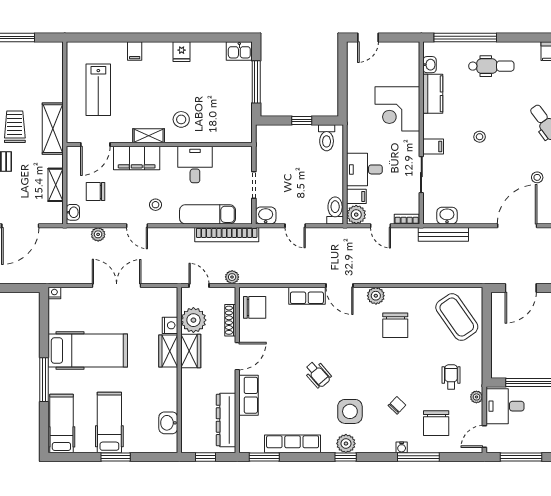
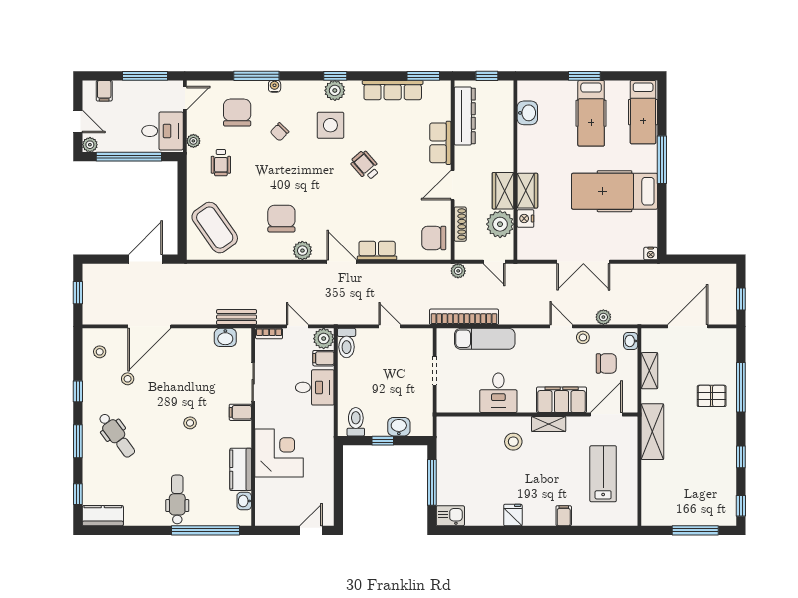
dental chair: (491, 66) -> (177, 499), turned 90
trolley: (15, 127) -> (694, 434), removed
stool: (156, 205) -> (583, 337), moved
washbasin: (266, 215) -> (399, 427), moved, turned 180
bench: (443, 234) -> (237, 317), width x0.73

